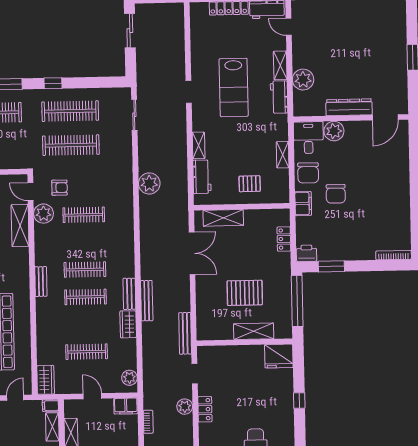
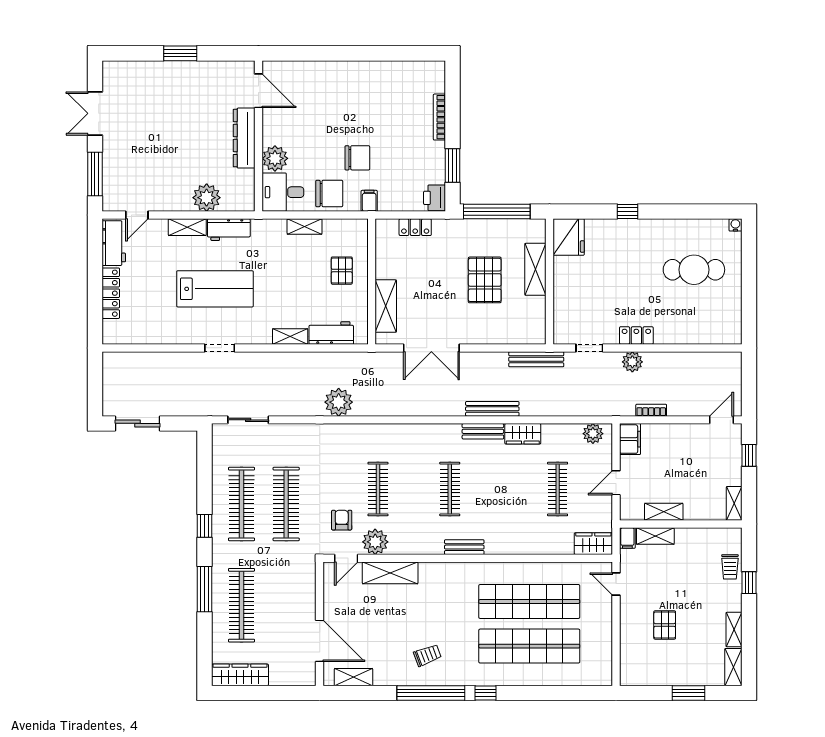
filing cabinet: (303, 204) -> (369, 201), width x0.50
double door: (192, 253) -> (431, 348), swing flipped
bookcase: (394, 255) -> (439, 117), moved
clothes rail: (85, 297) -> (486, 489), removed

